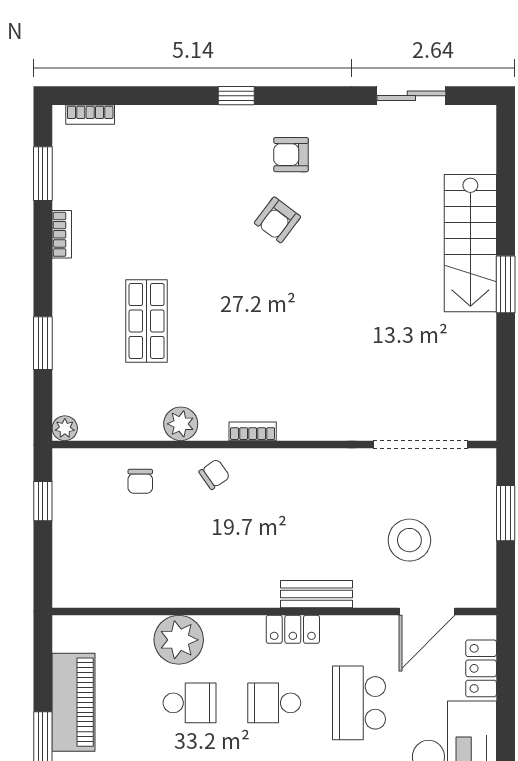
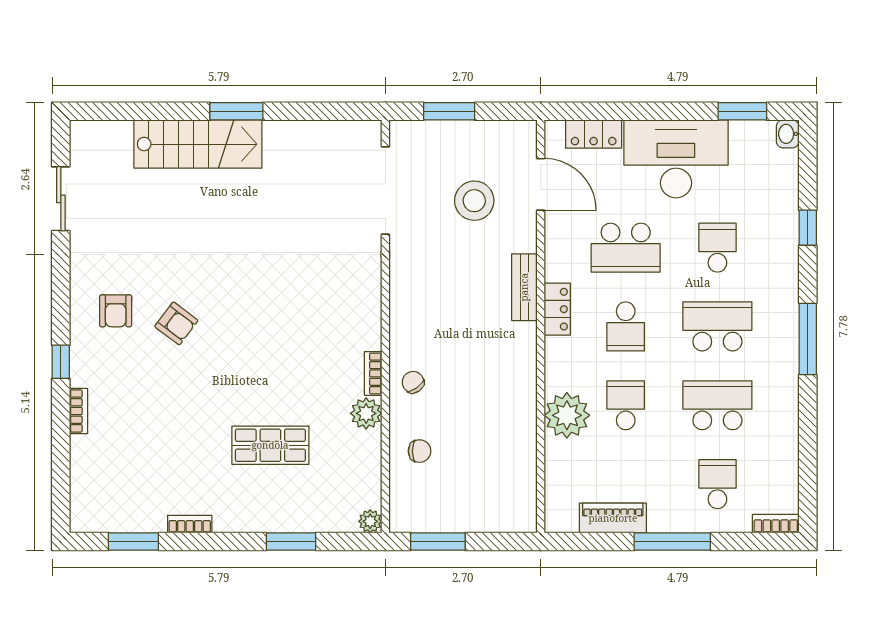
bookcase: (90, 115) -> (79, 411), moved
bookcase: (253, 431) -> (373, 373), moved
window: (43, 501) -> (438, 542), width x1.50
piano: (74, 702) -> (613, 518), width x0.73, depth x0.75

